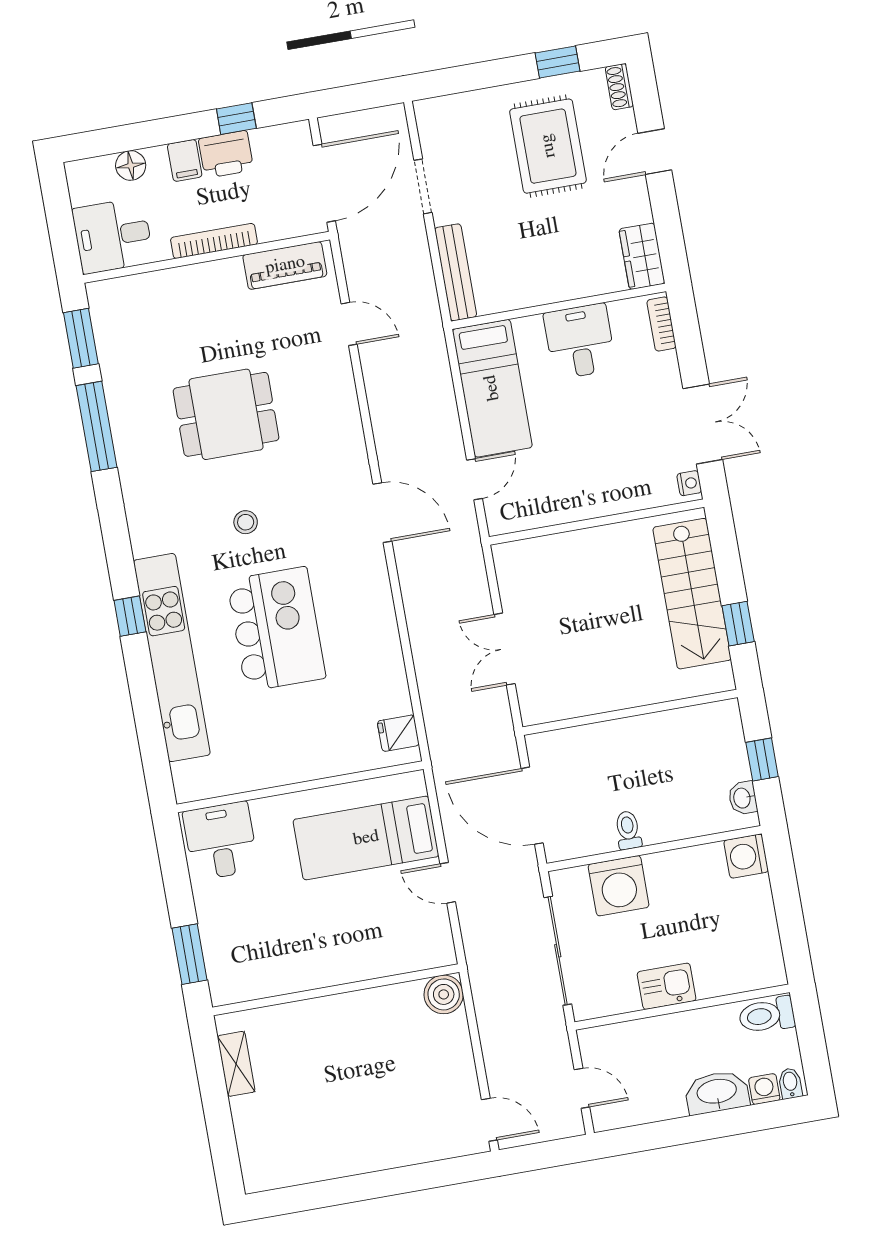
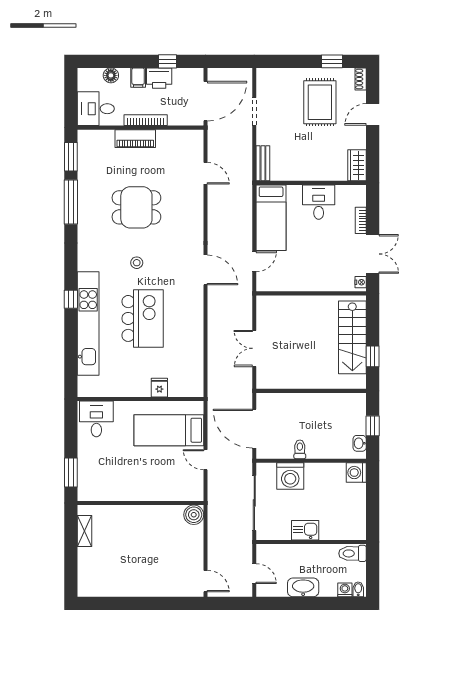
piano: (285, 265) -> (135, 139), moved
bench: (456, 272) -> (263, 163), width x0.73
bookcase: (661, 324) -> (361, 220), moved
fridge: (398, 733) -> (159, 388), moved, turned 90
washbasin: (717, 1092) -> (303, 587), moved

